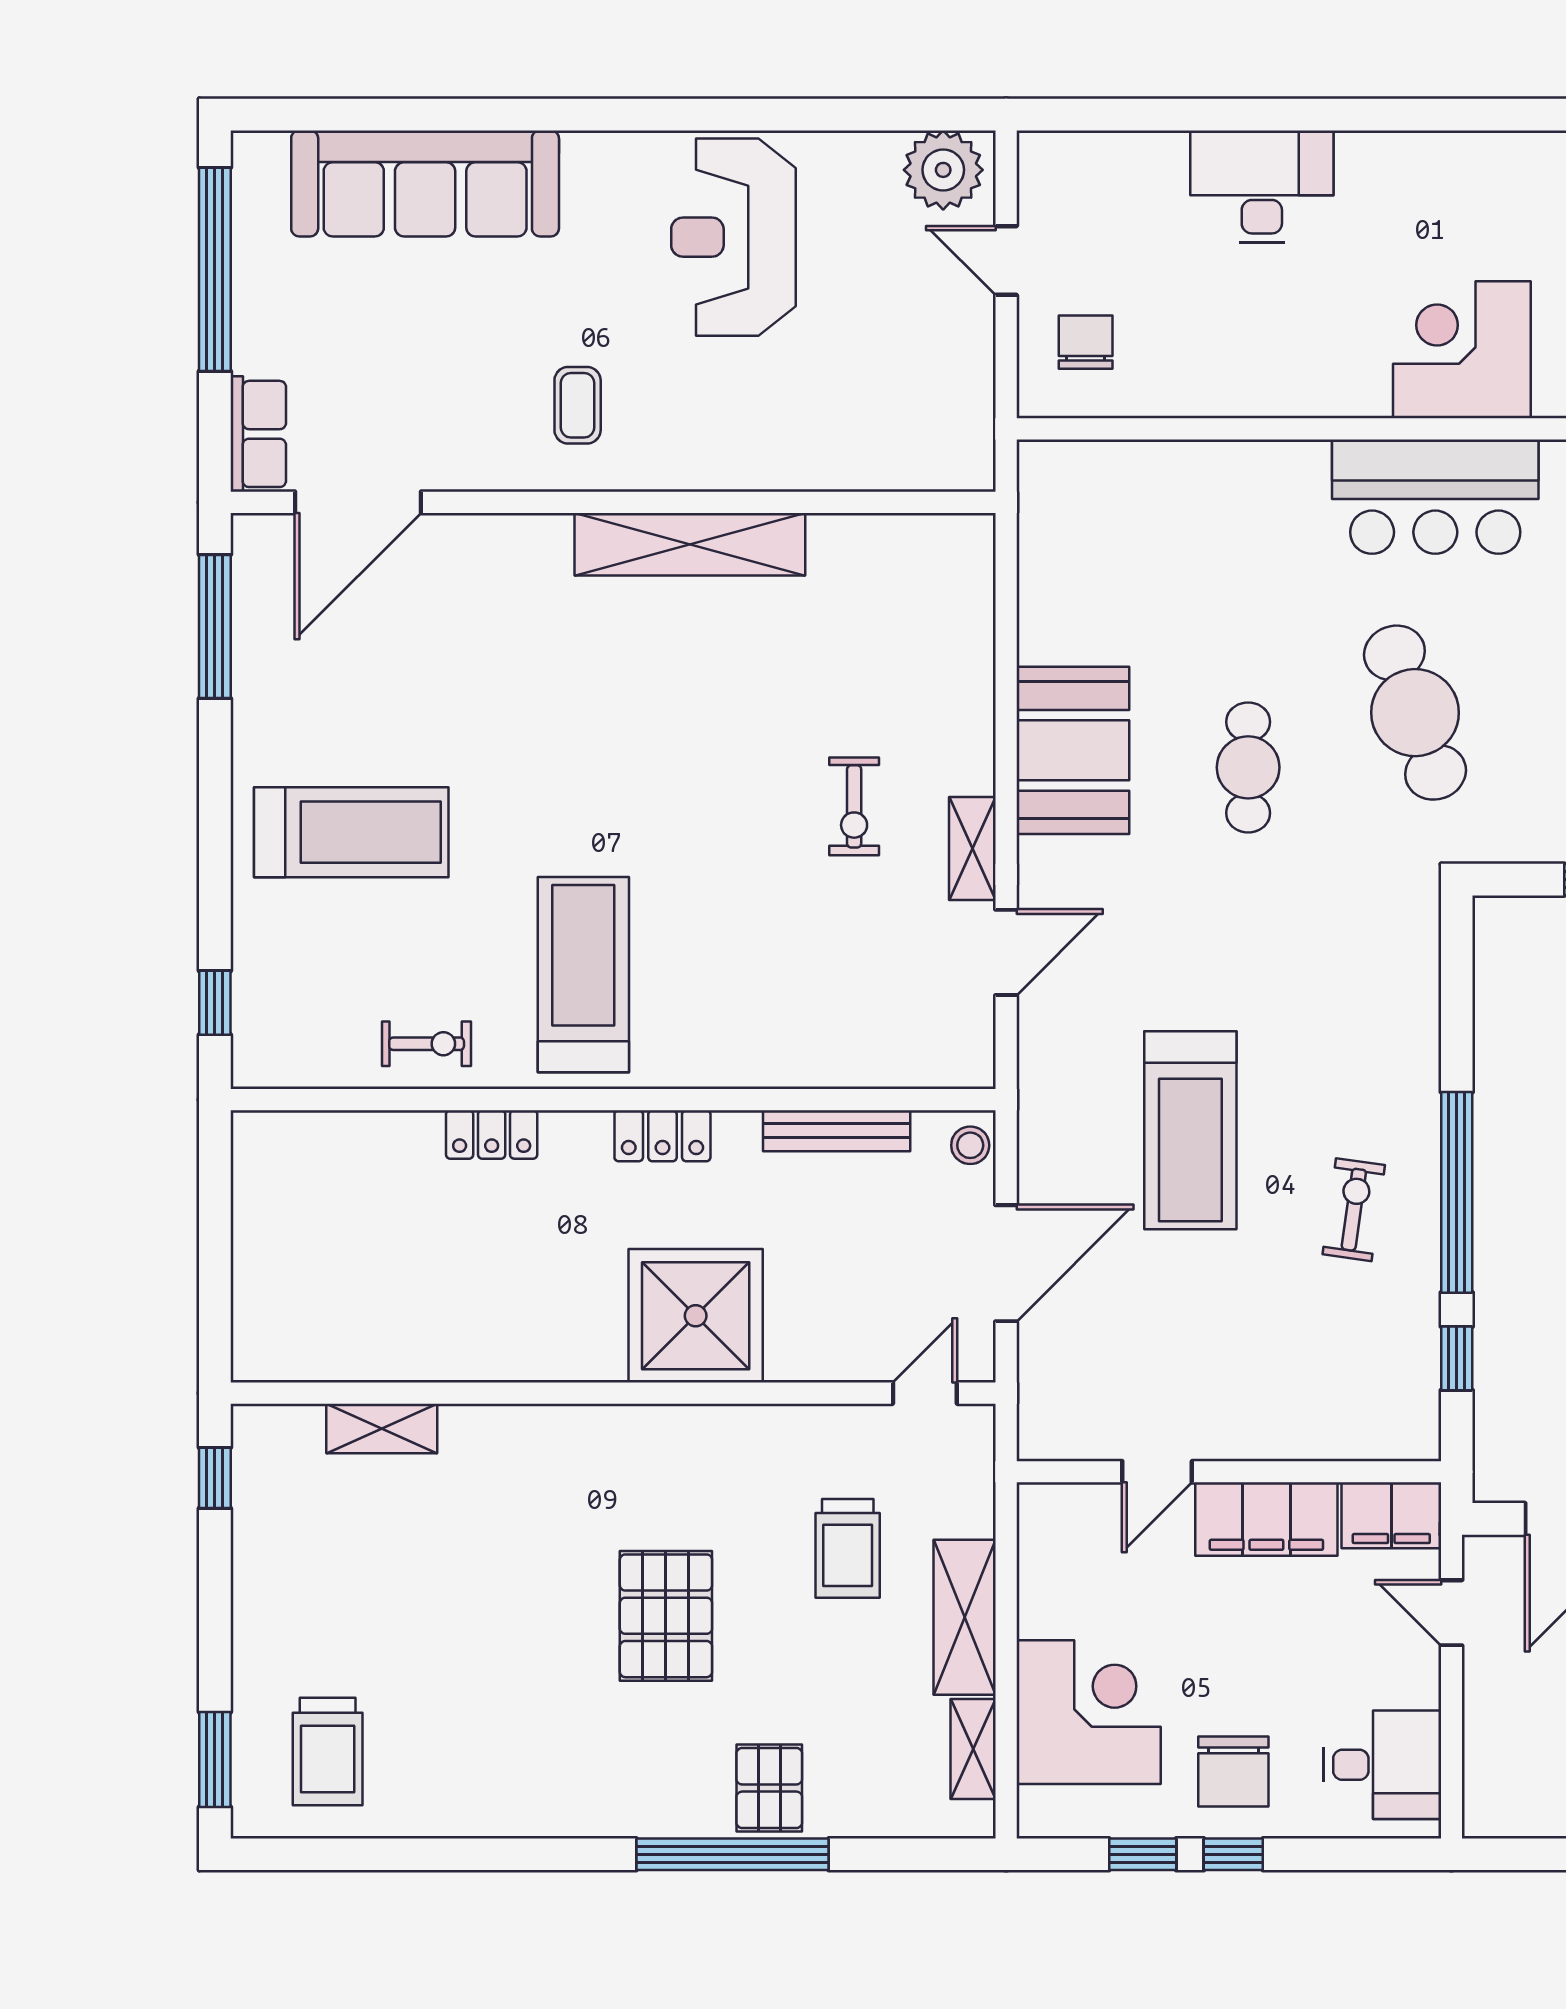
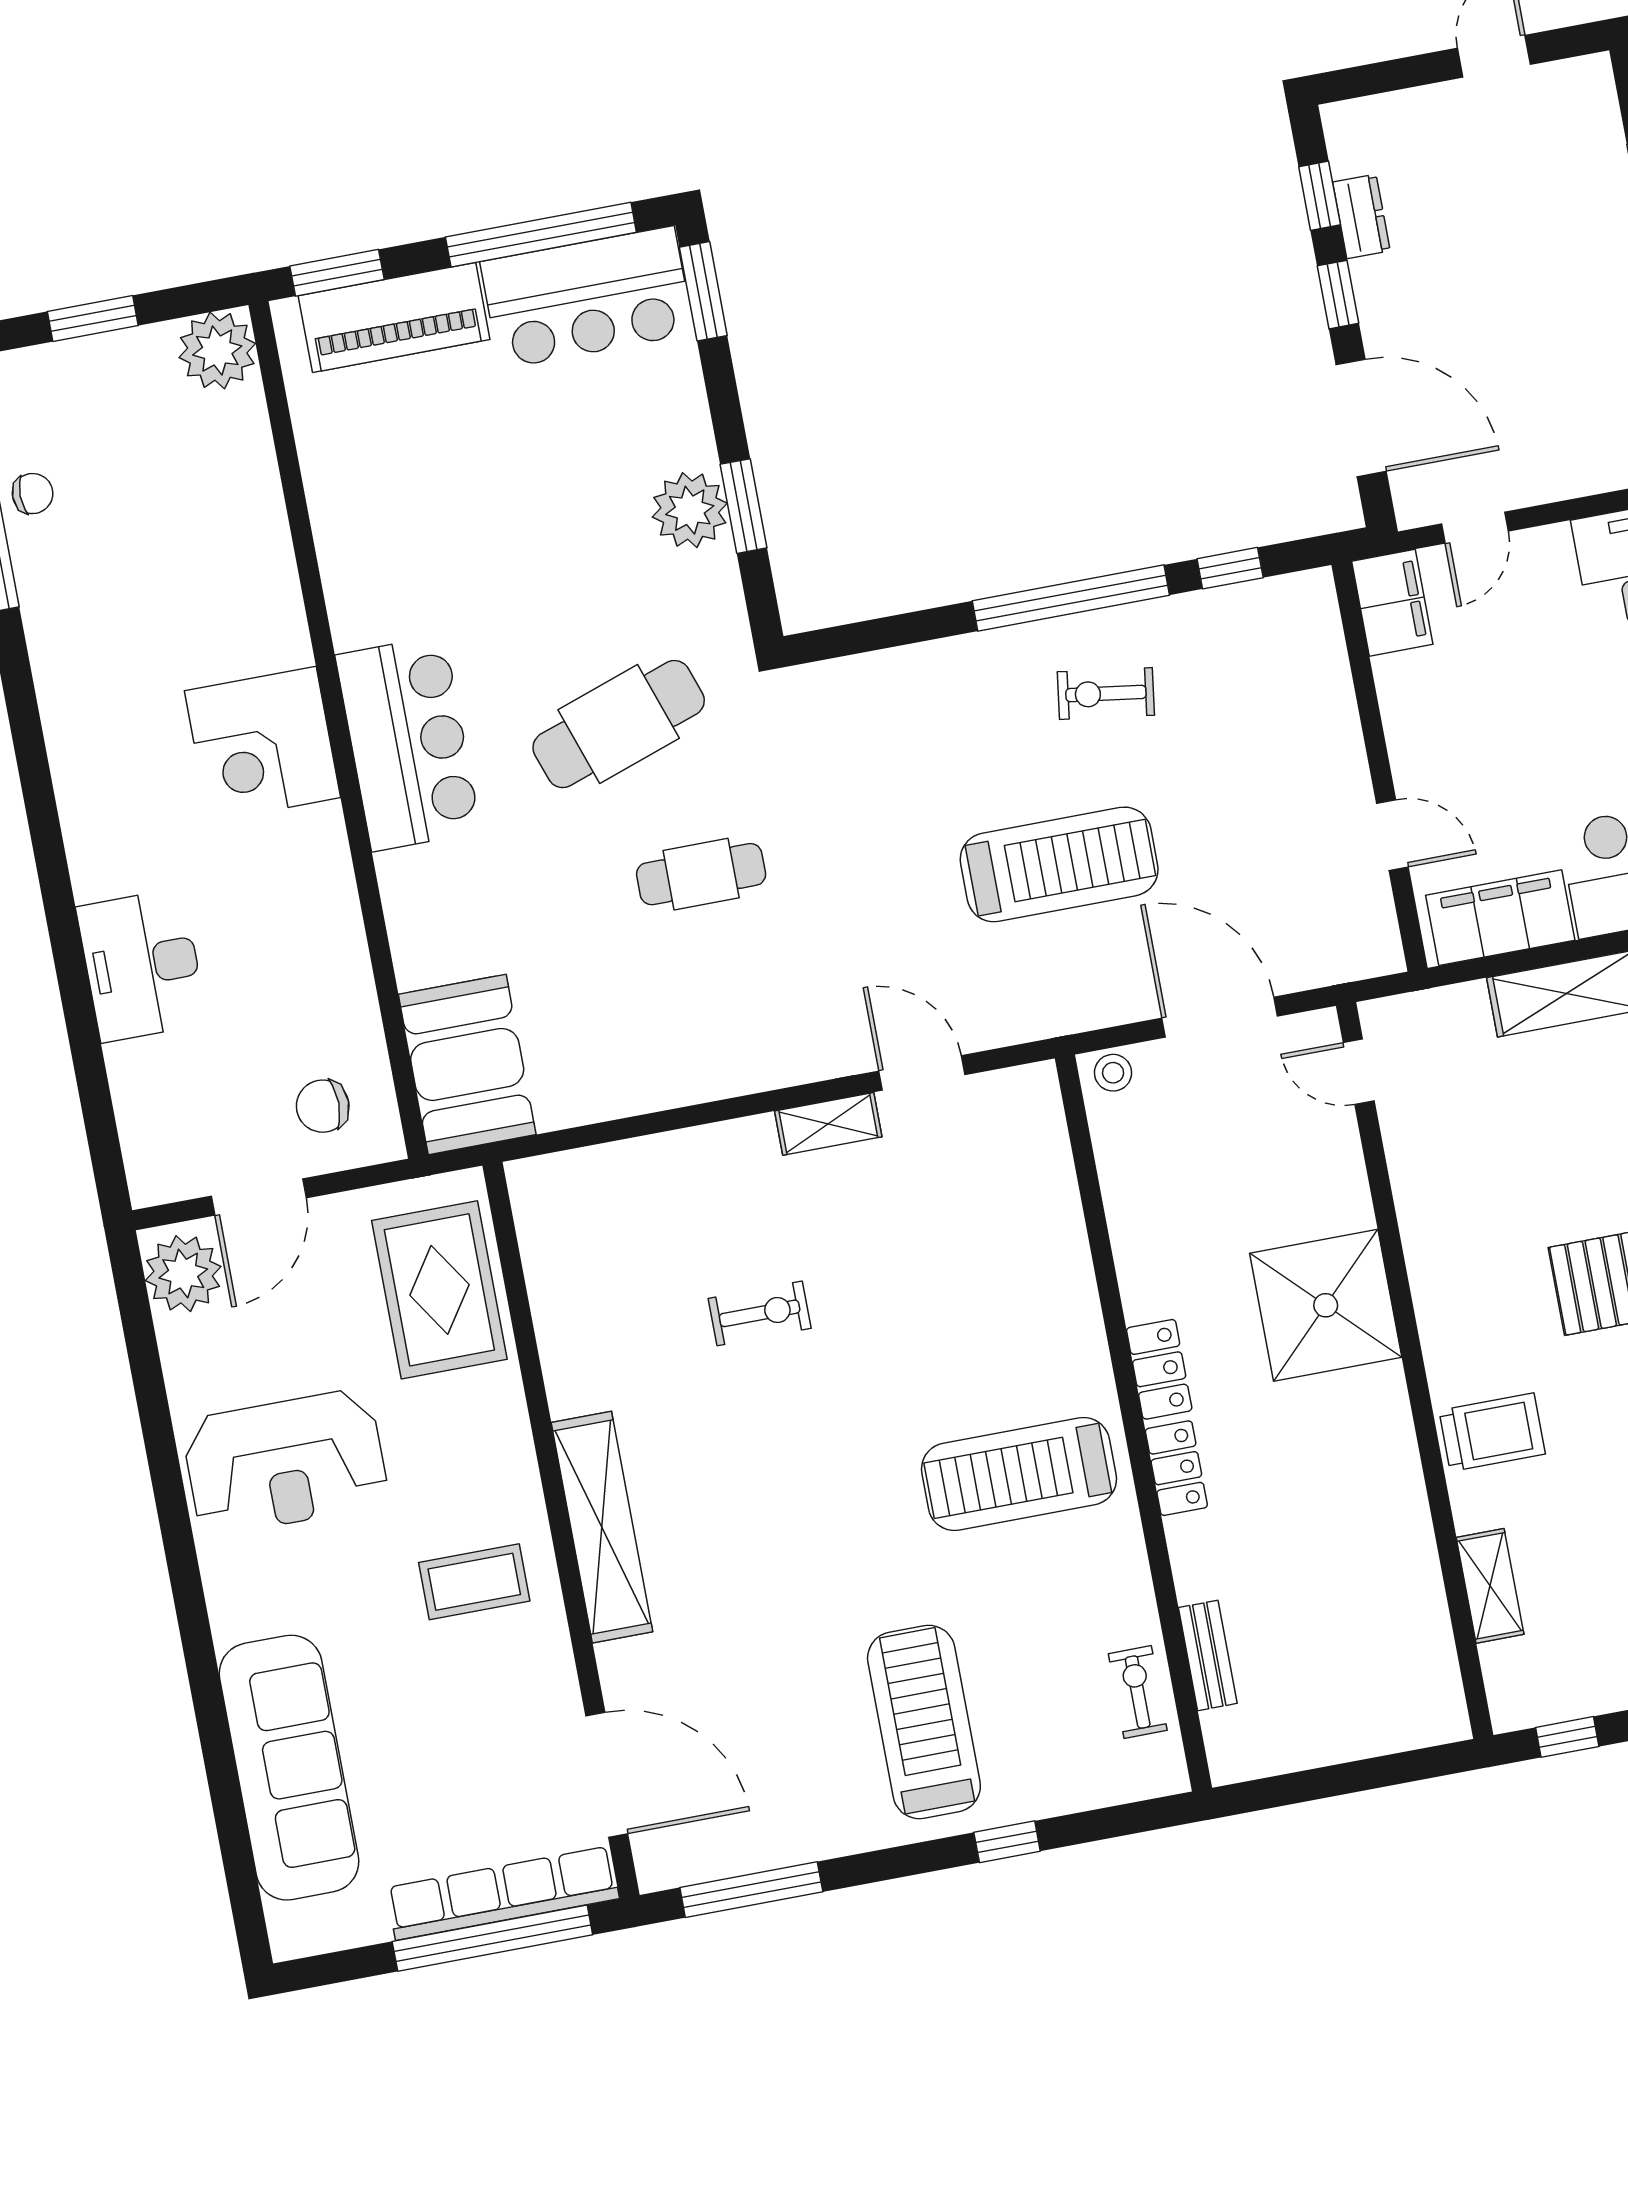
door: (1006, 261) -> (259, 1197), width x1.38
window: (215, 269) -> (492, 1938), moved
coffee table: (578, 405) -> (474, 1582), width x1.36, depth x1.30
rug: (878, 425) -> (439, 1290), added
row of seats: (258, 434) -> (503, 1893), width x2.02
shelving: (690, 544) -> (602, 1527), moved
booth: (1073, 750) -> (467, 1064), moved, turned 90
exercise bike: (854, 806) -> (760, 1313), moved
window: (215, 1003) -> (1007, 1842), moved
exercise bike: (427, 1044) -> (1138, 1692), moved
bench: (837, 1131) -> (1208, 1655), moved, width x0.73
locker: (492, 1134) -> (1176, 1468), moved
filing cabinet: (1266, 1519) -> (1500, 918), moved, turned -90
trolley: (848, 1548) -> (1492, 1432), moved

